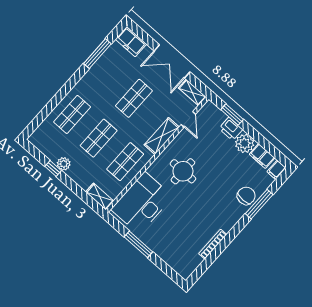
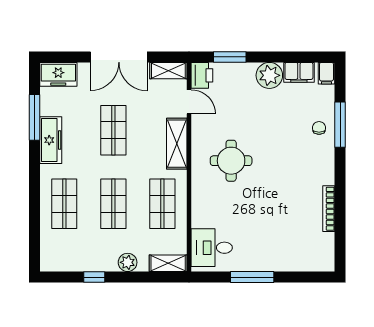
freezer: (95, 74) -> (51, 140), added
printer: (231, 129) -> (202, 75), moved, turned -90
plant: (64, 164) -> (128, 262), moved
chair: (246, 196) -> (319, 128), width x0.54, depth x0.54
desk: (142, 203) -> (212, 248), width x0.53, depth x0.77

